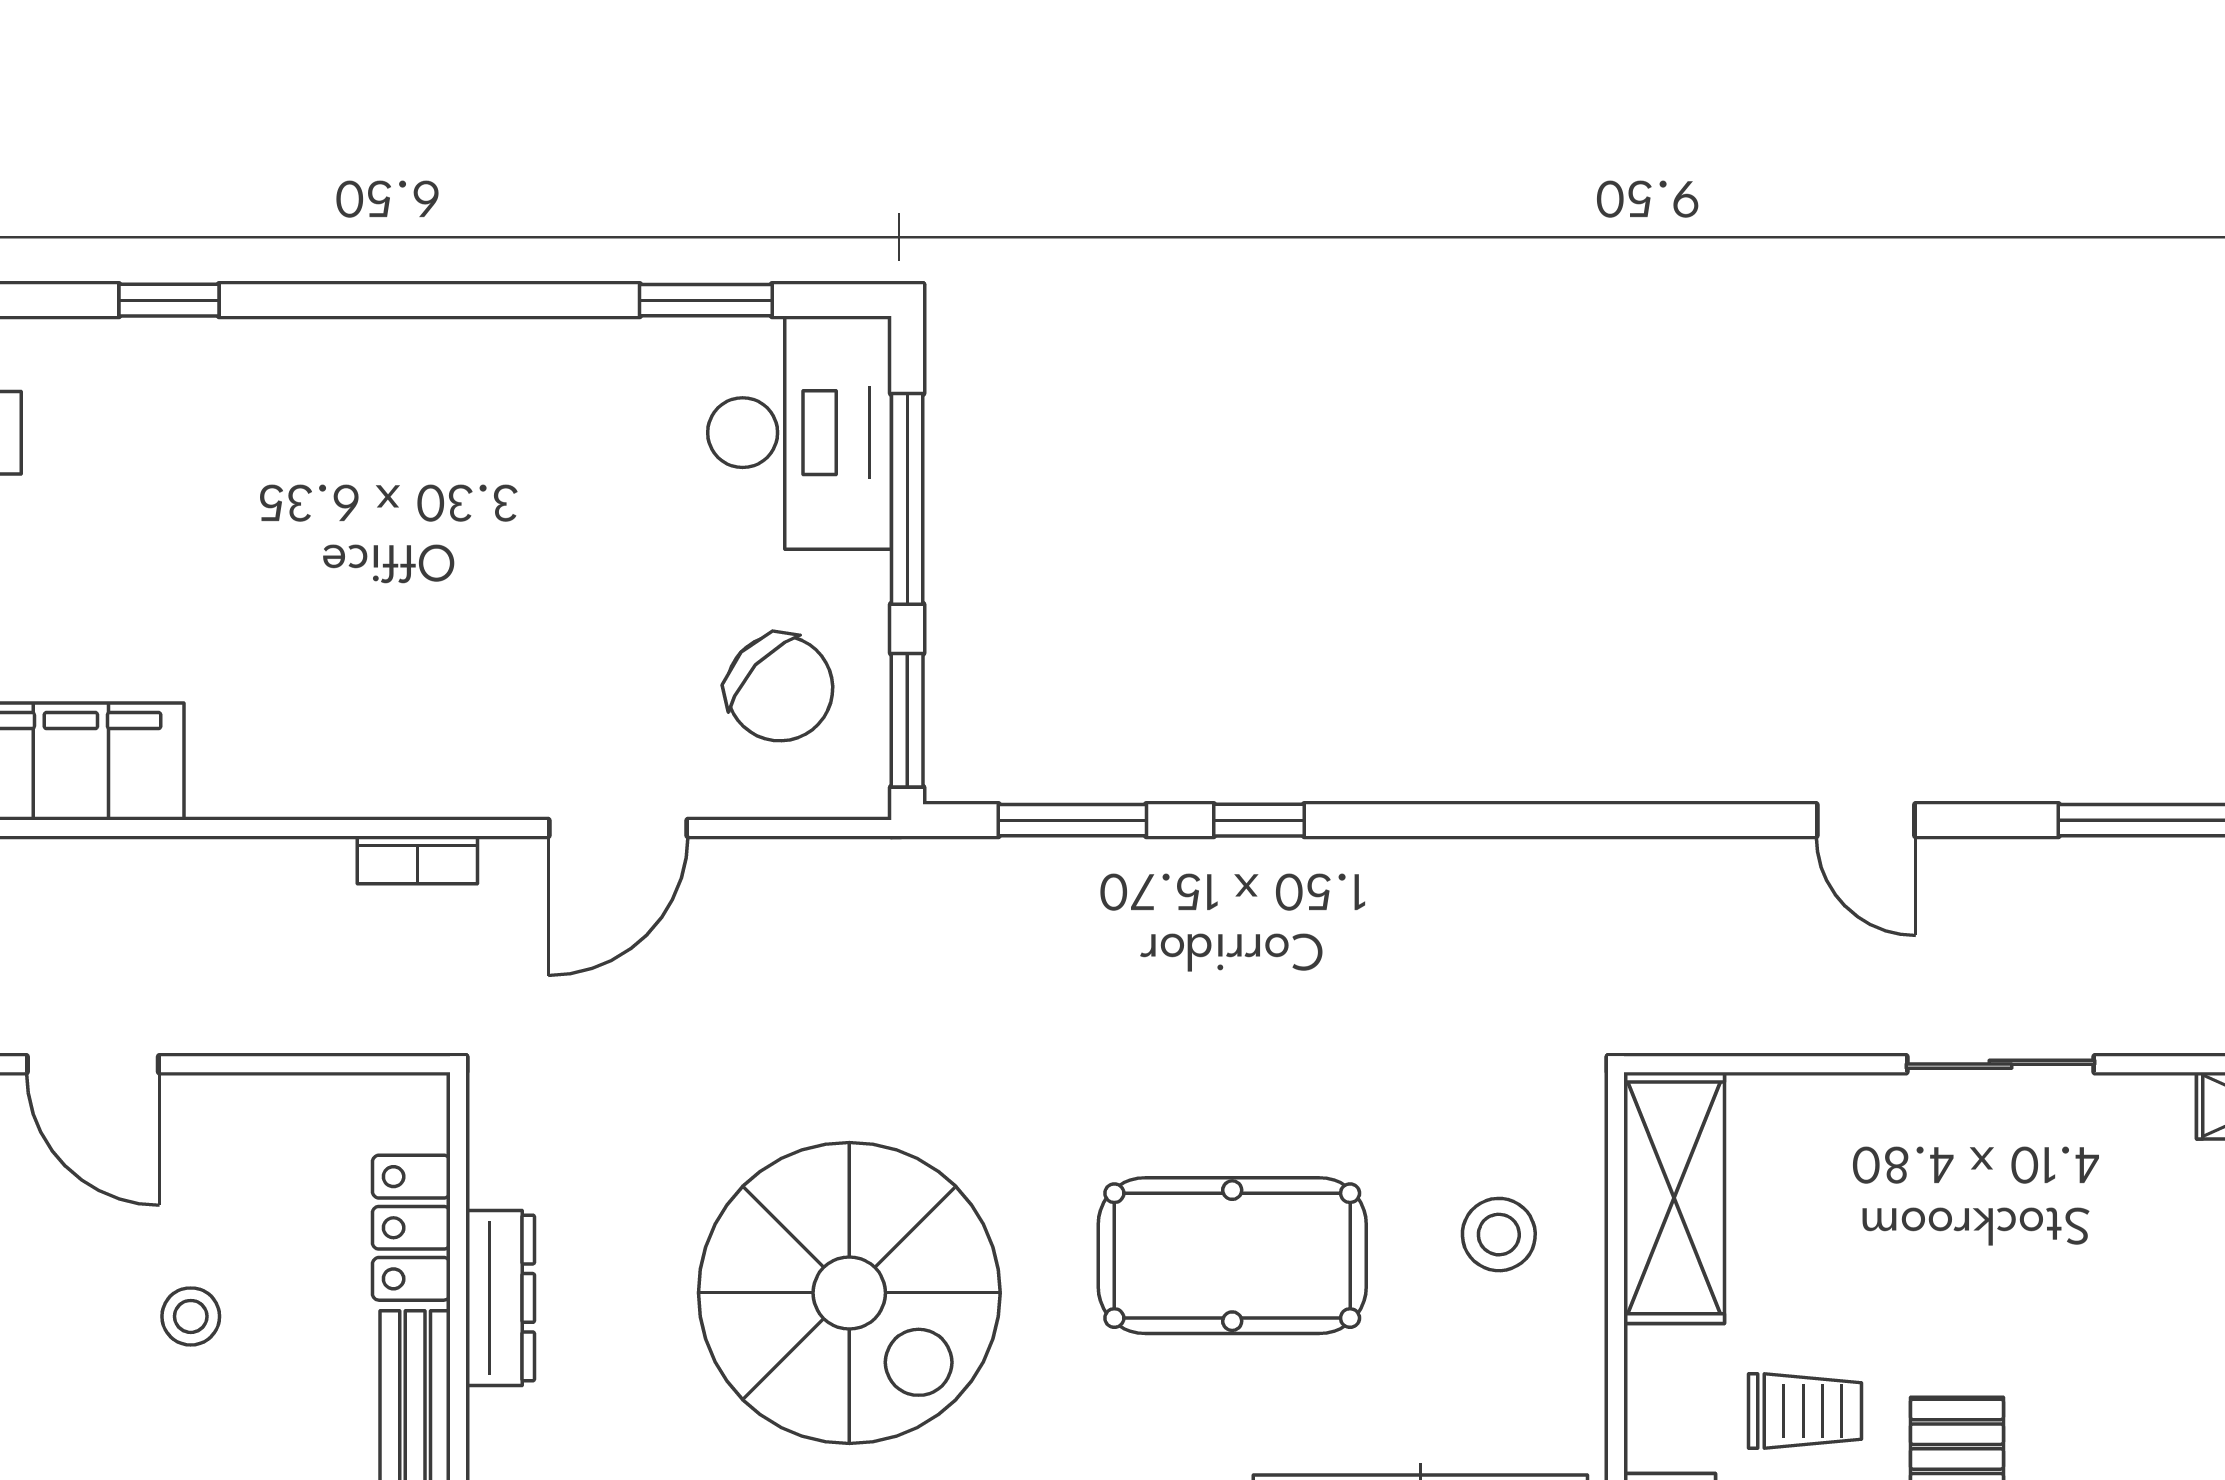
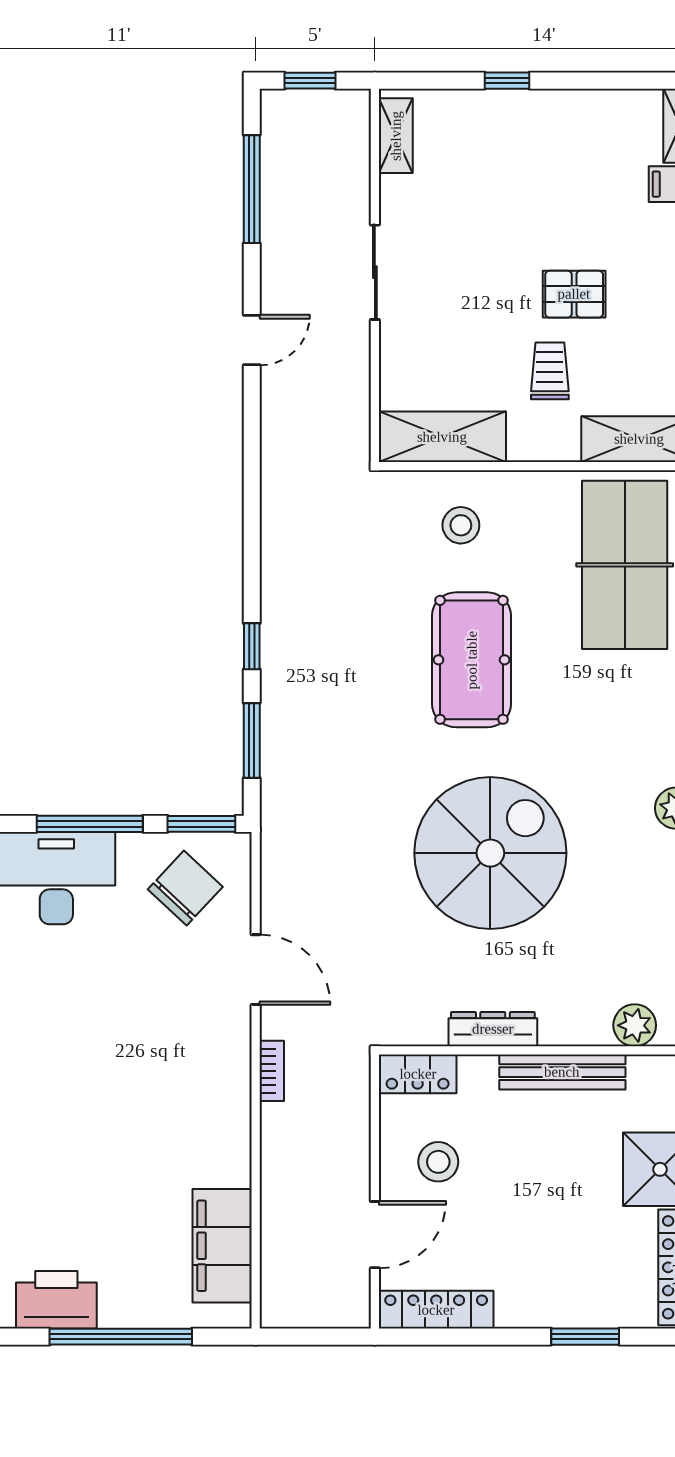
locker: (411, 1228) -> (418, 1074), moved
stool: (191, 1316) -> (438, 1162), moved, width x1.37, depth x1.37

